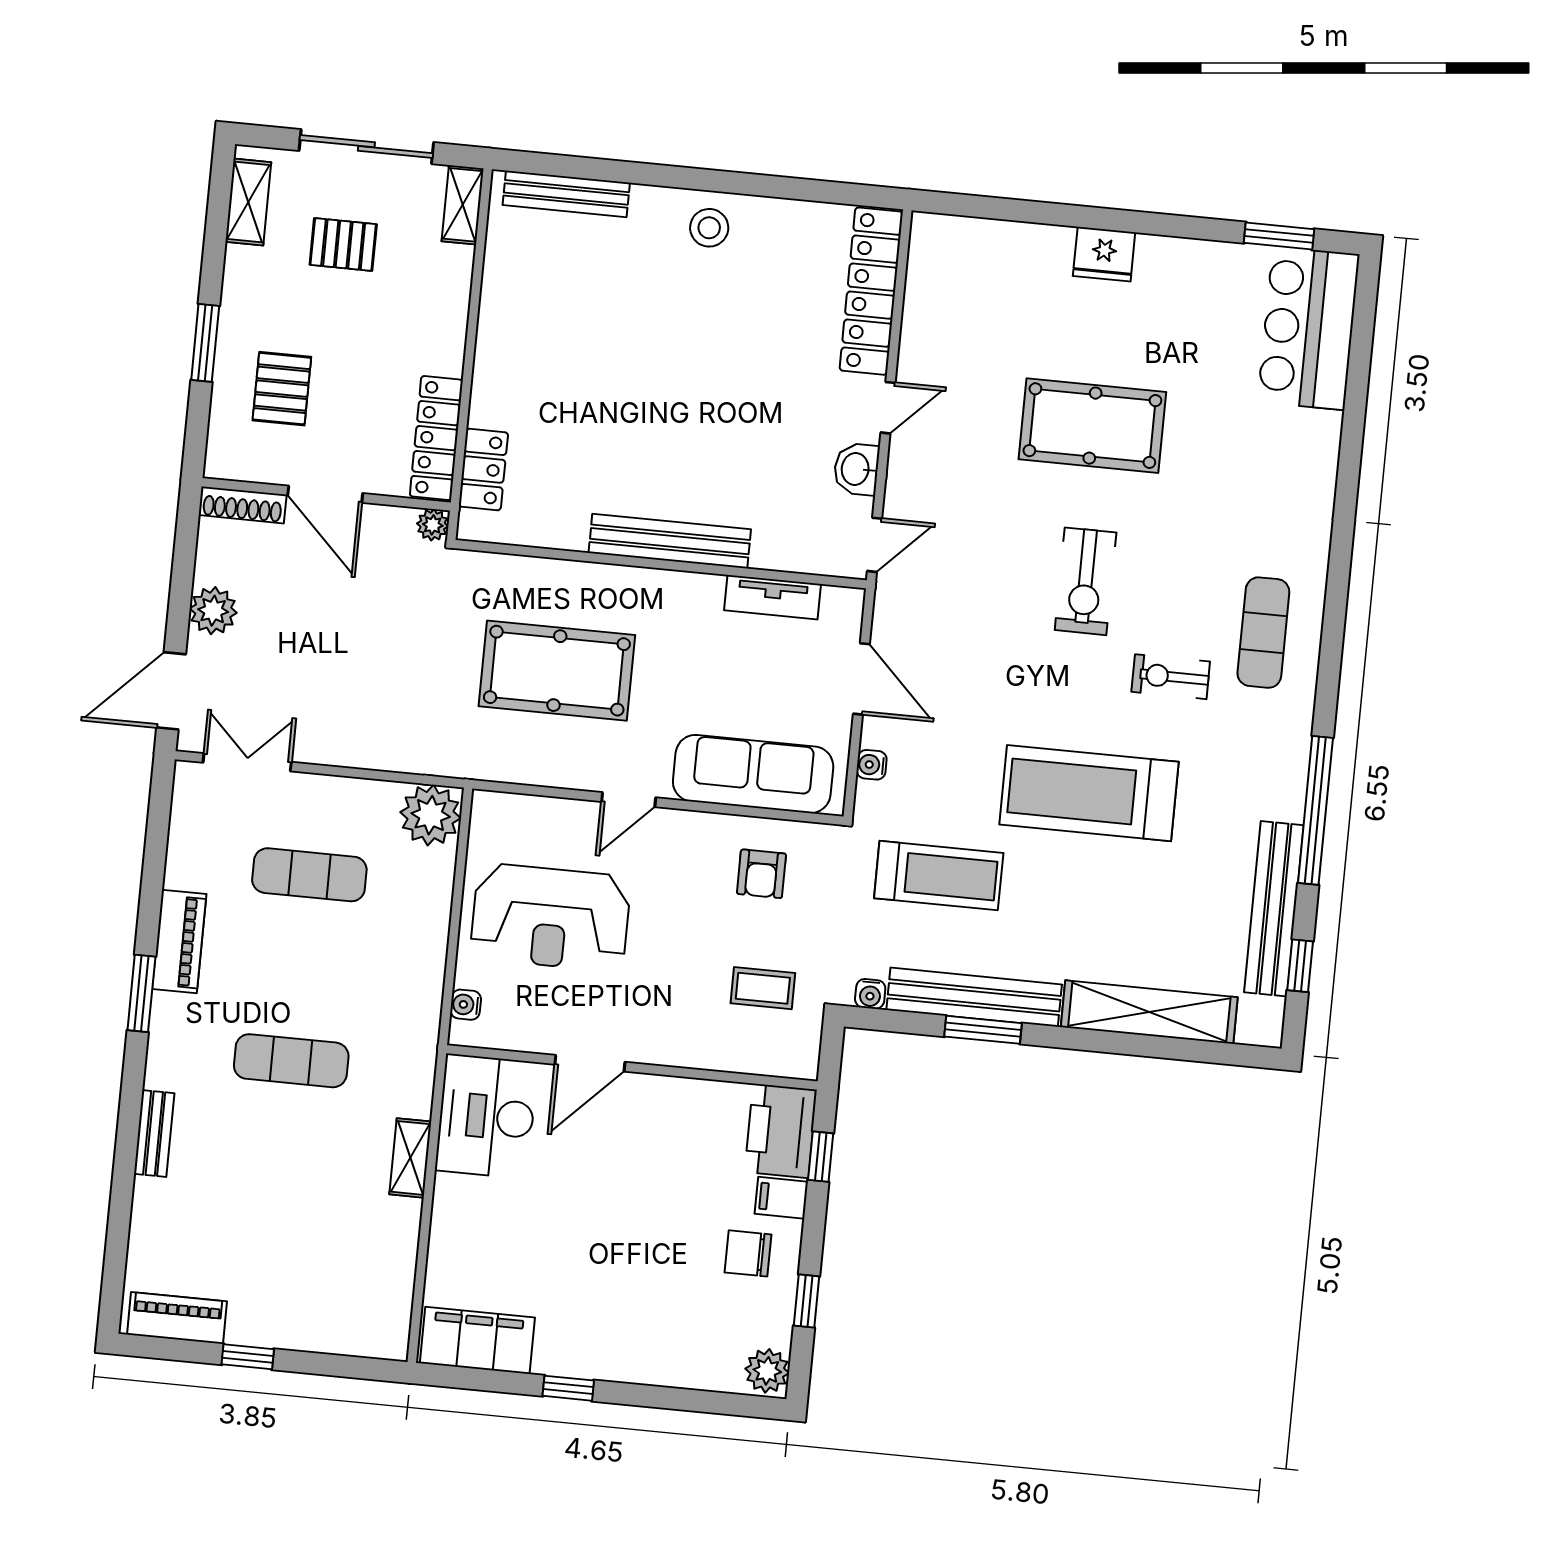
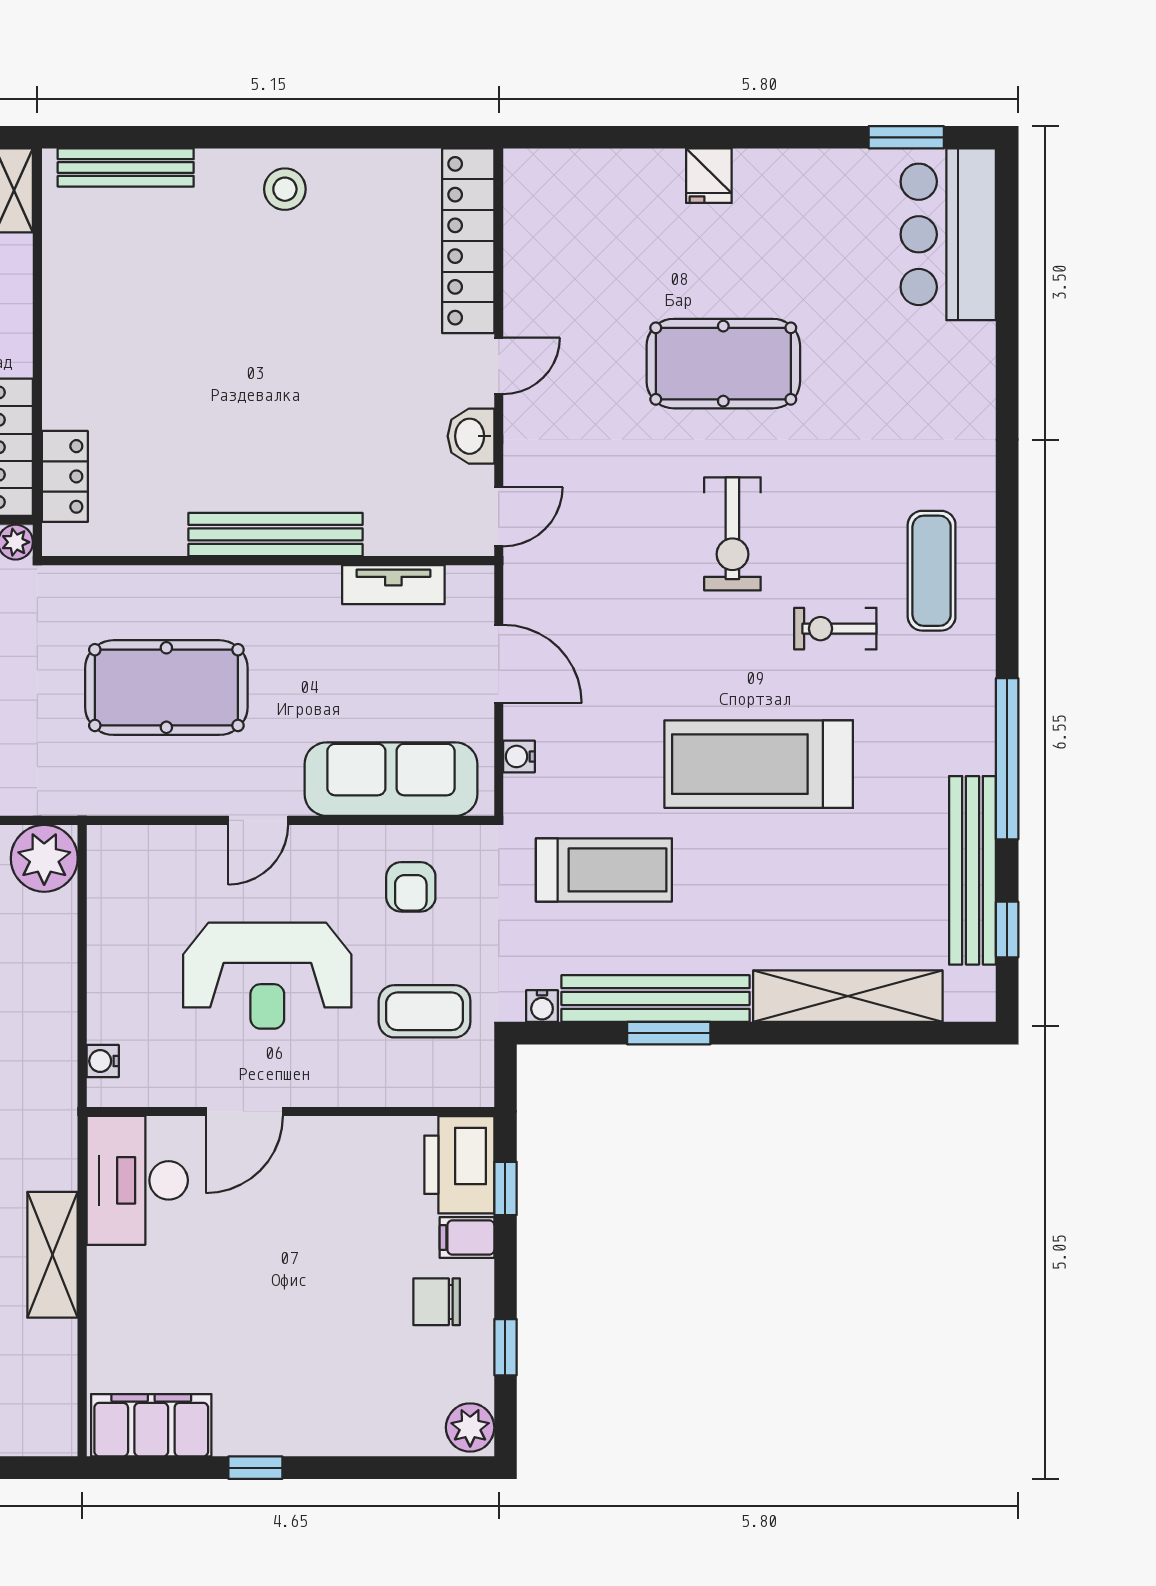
fridge: (1104, 254) -> (709, 176), width x0.72
reception desk: (550, 917) -> (267, 976), moved
coffee table: (763, 988) -> (425, 1011), width x1.36, depth x1.30
shelving: (410, 1158) -> (53, 1255), width x1.50, depth x1.33

